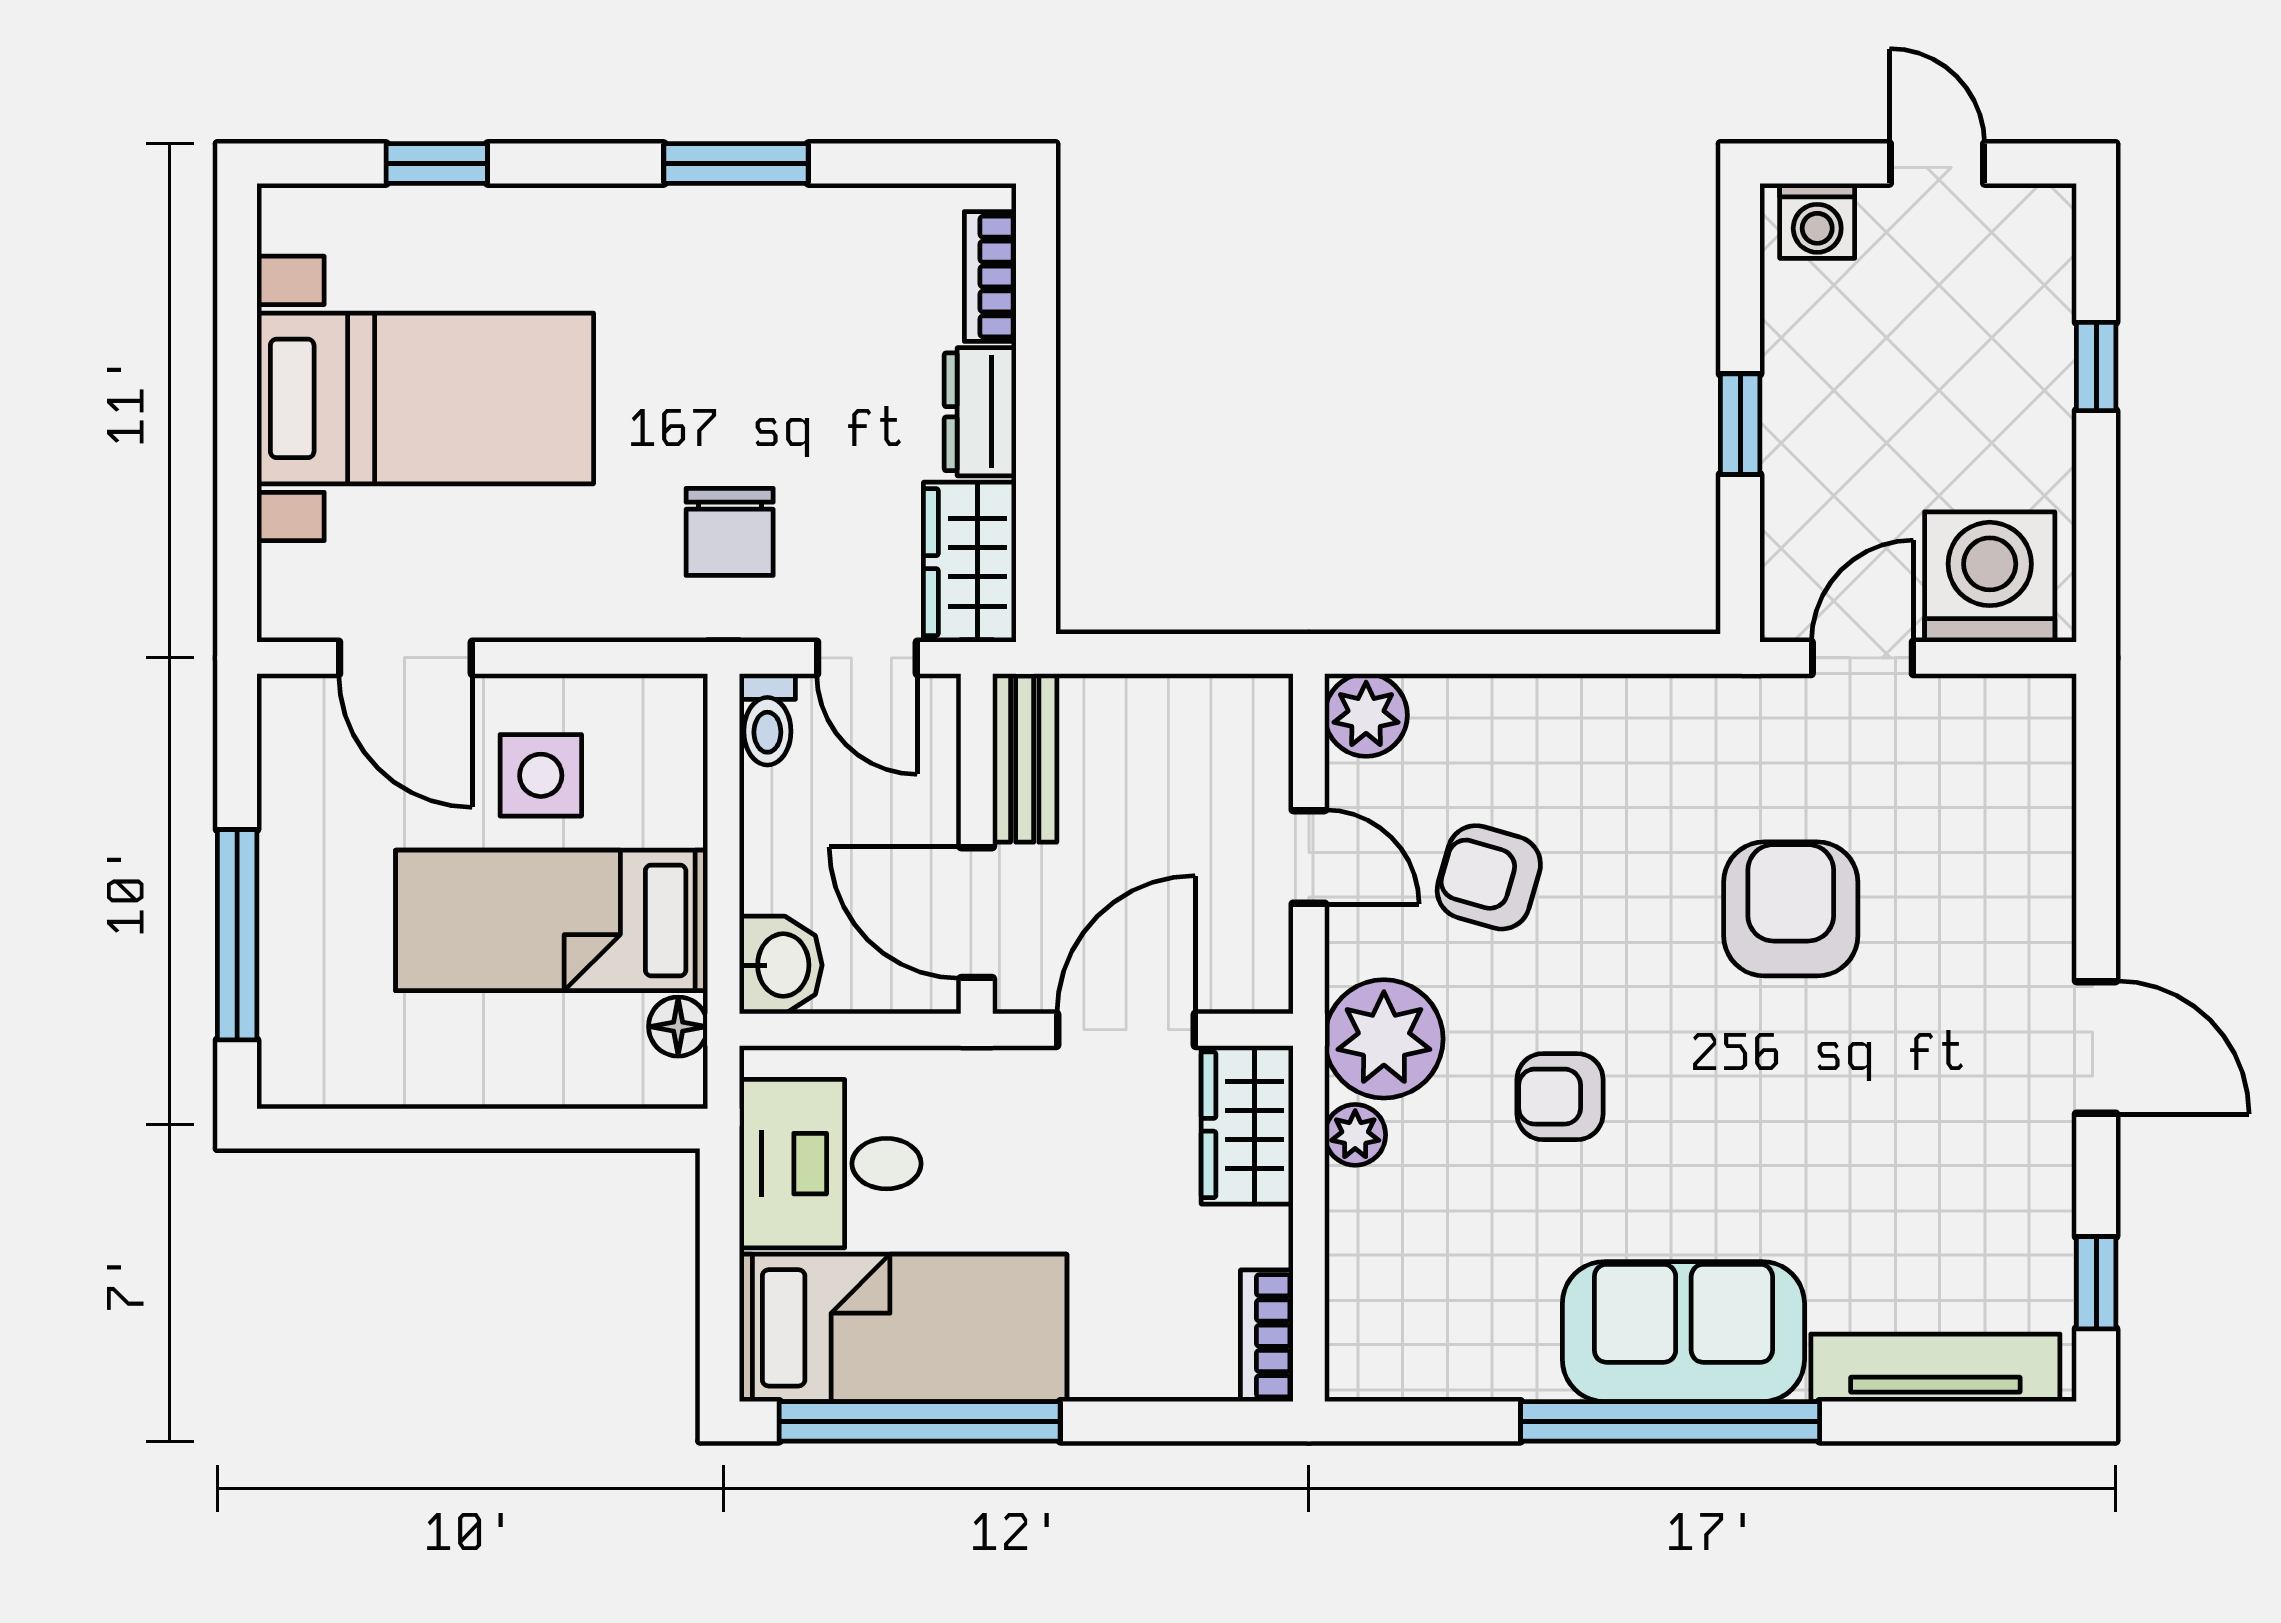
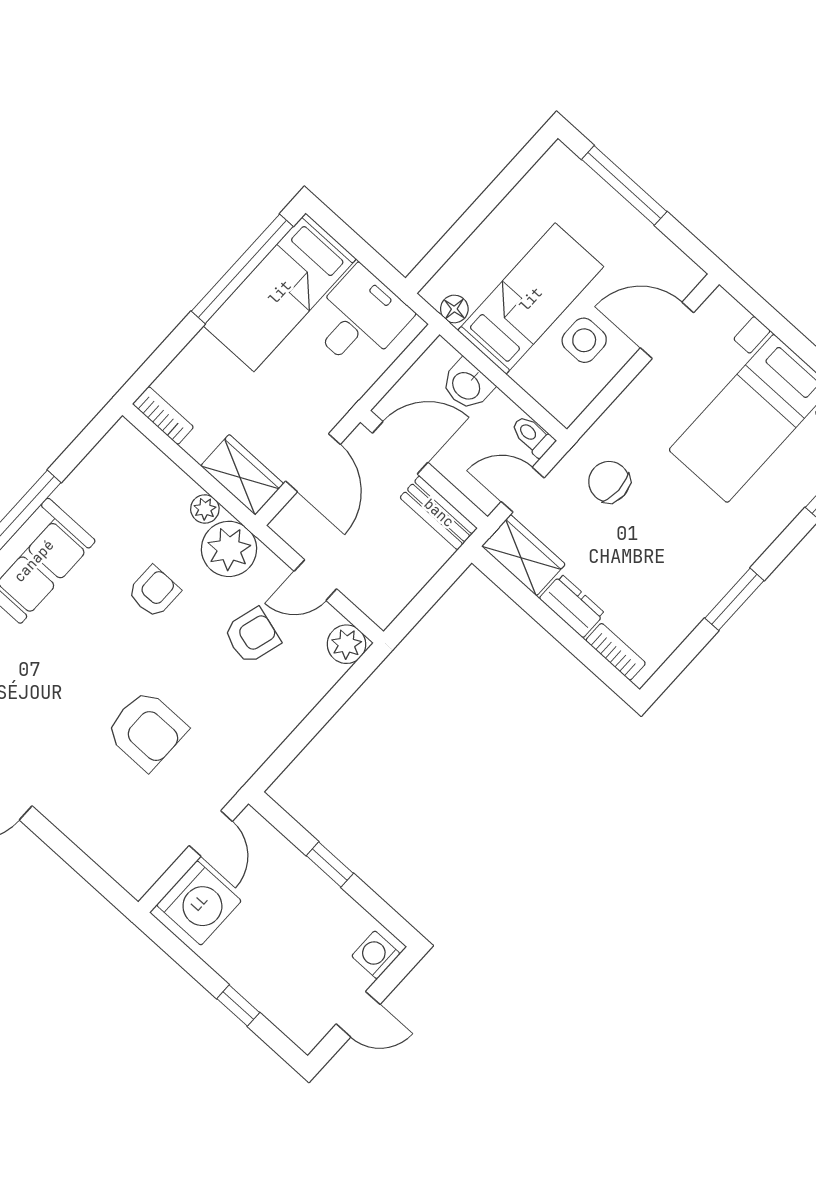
washbasin: (781, 965) -> (467, 385), moved

